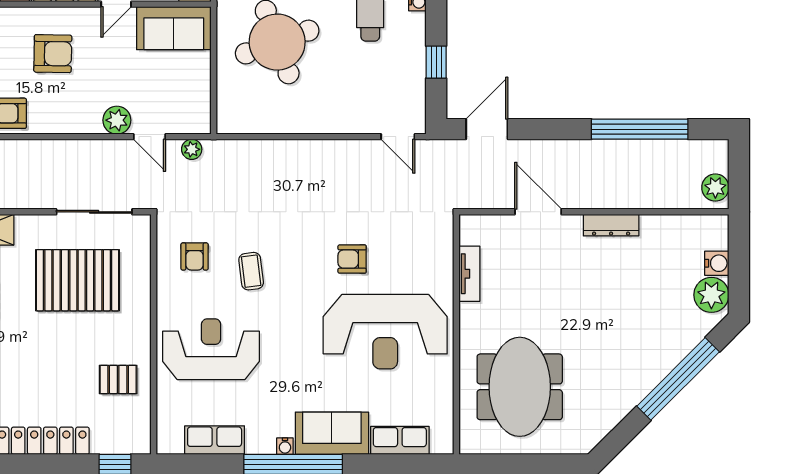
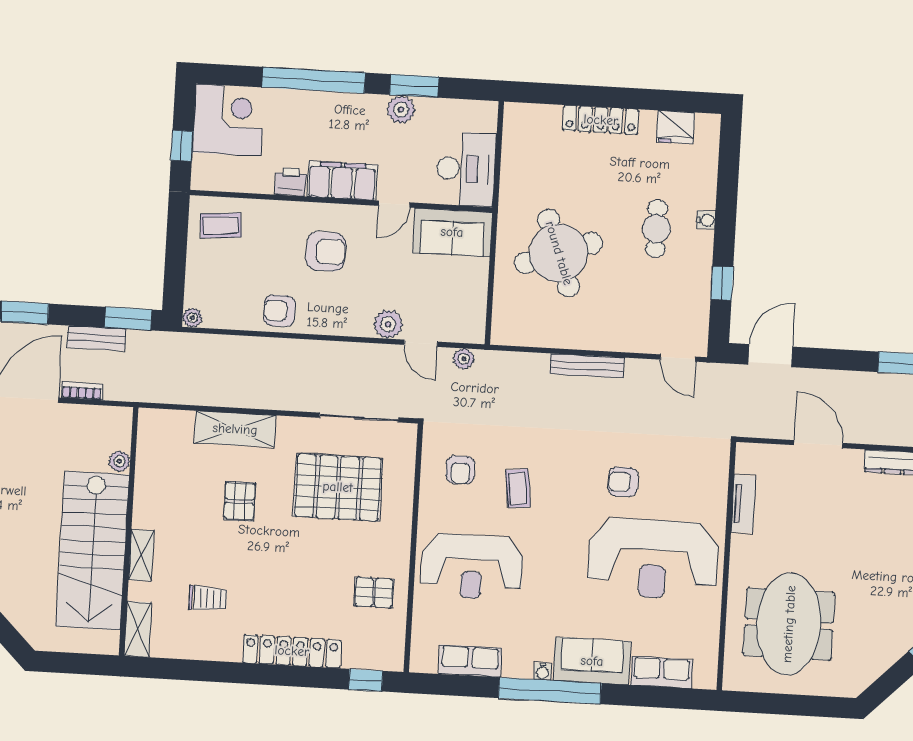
bench: (311, 149) -> (587, 366), added
reception desk: (211, 349) -> (472, 567), turned 180

